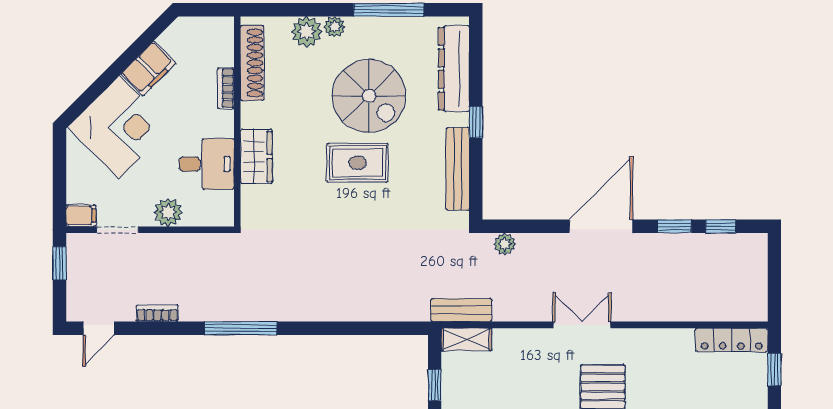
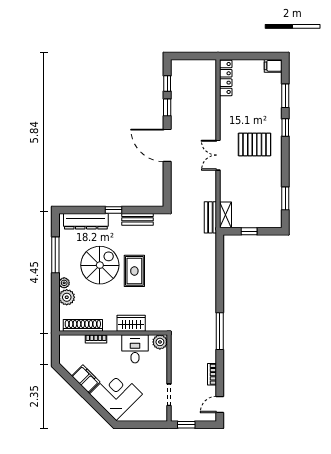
bench: (458, 169) -> (137, 219), width x0.73
plant: (168, 212) -> (160, 342), moved
filing cabinet: (81, 215) -> (162, 414), removed
plant: (505, 244) -> (176, 195), removed
door: (99, 328) -> (220, 405), swing flipped
window: (774, 369) -> (241, 56), removed

